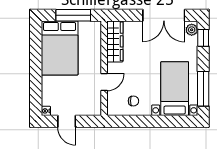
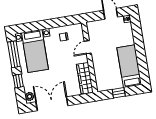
window: (73, 15) -> (119, 93), width x0.46
window: (203, 38) -> (18, 81), moved
bed: (60, 48) -> (129, 66), width x0.67

